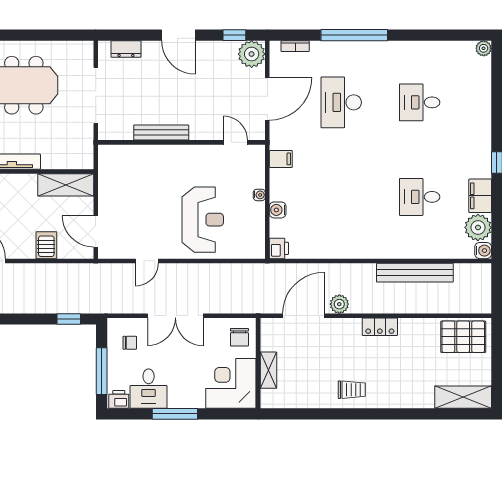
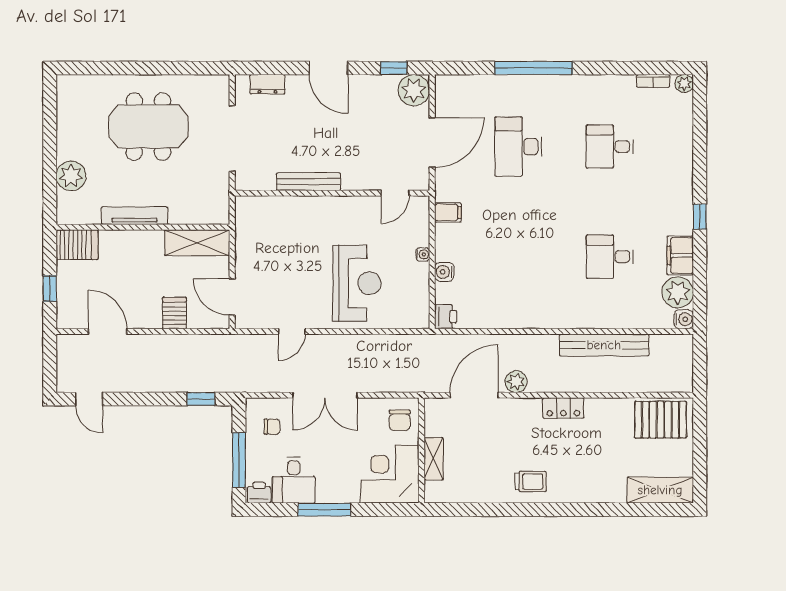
bookcase: (295, 46) -> (653, 81), moved
door: (235, 142) -> (395, 193), swing flipped

